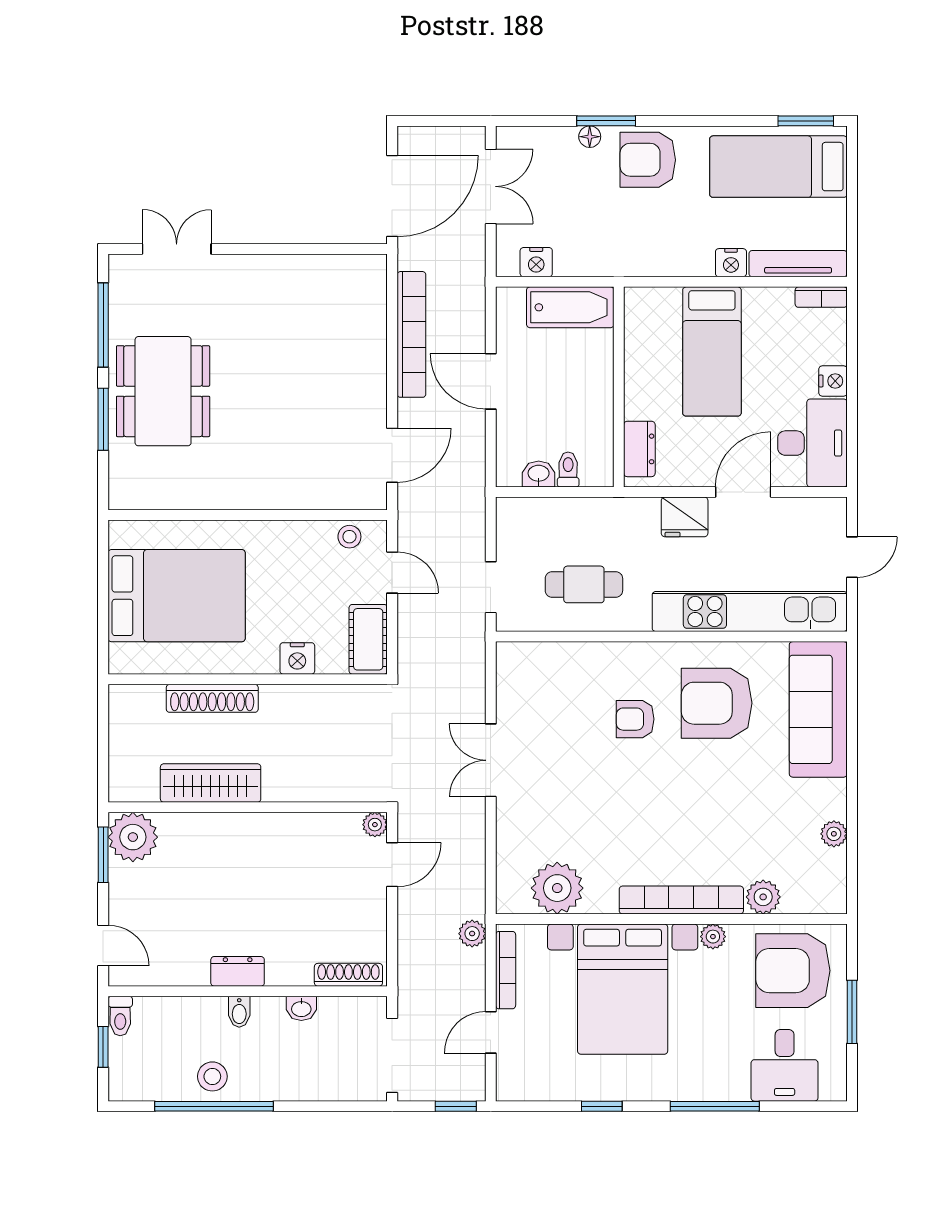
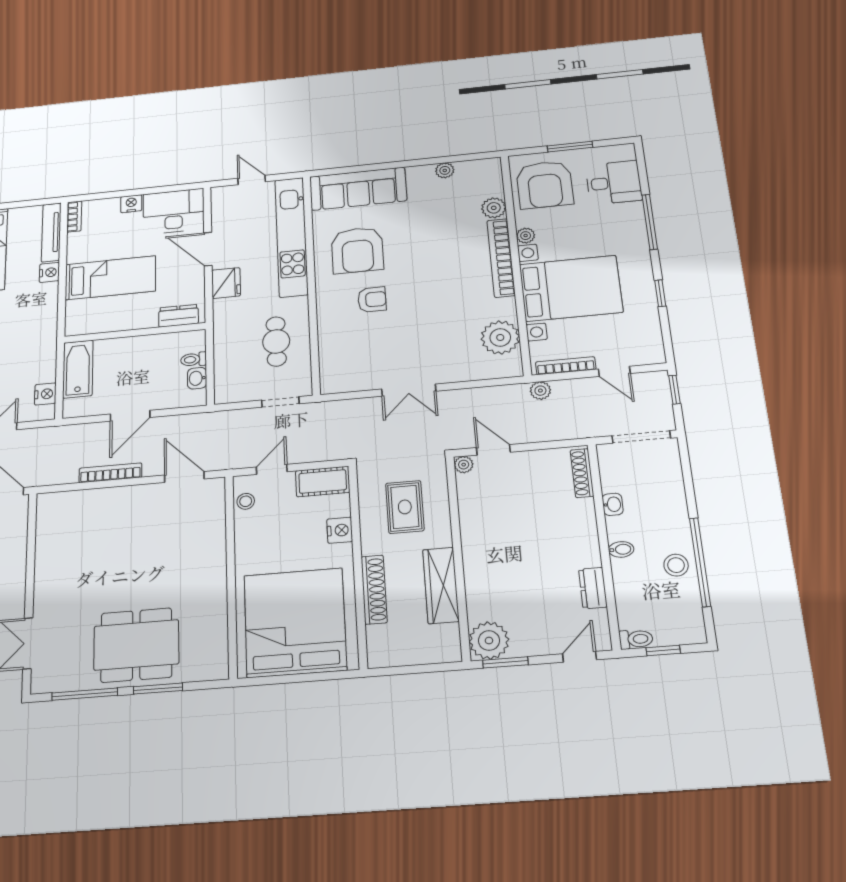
bookcase: (411, 334) -> (110, 473), width x0.68, depth x0.76
bed: (177, 596) -> (295, 622), width x1.36
armchair: (635, 719) -> (372, 300), turned -90
rug: (322, 744) -> (405, 507), added
dresser: (238, 971) -> (593, 588), moved

